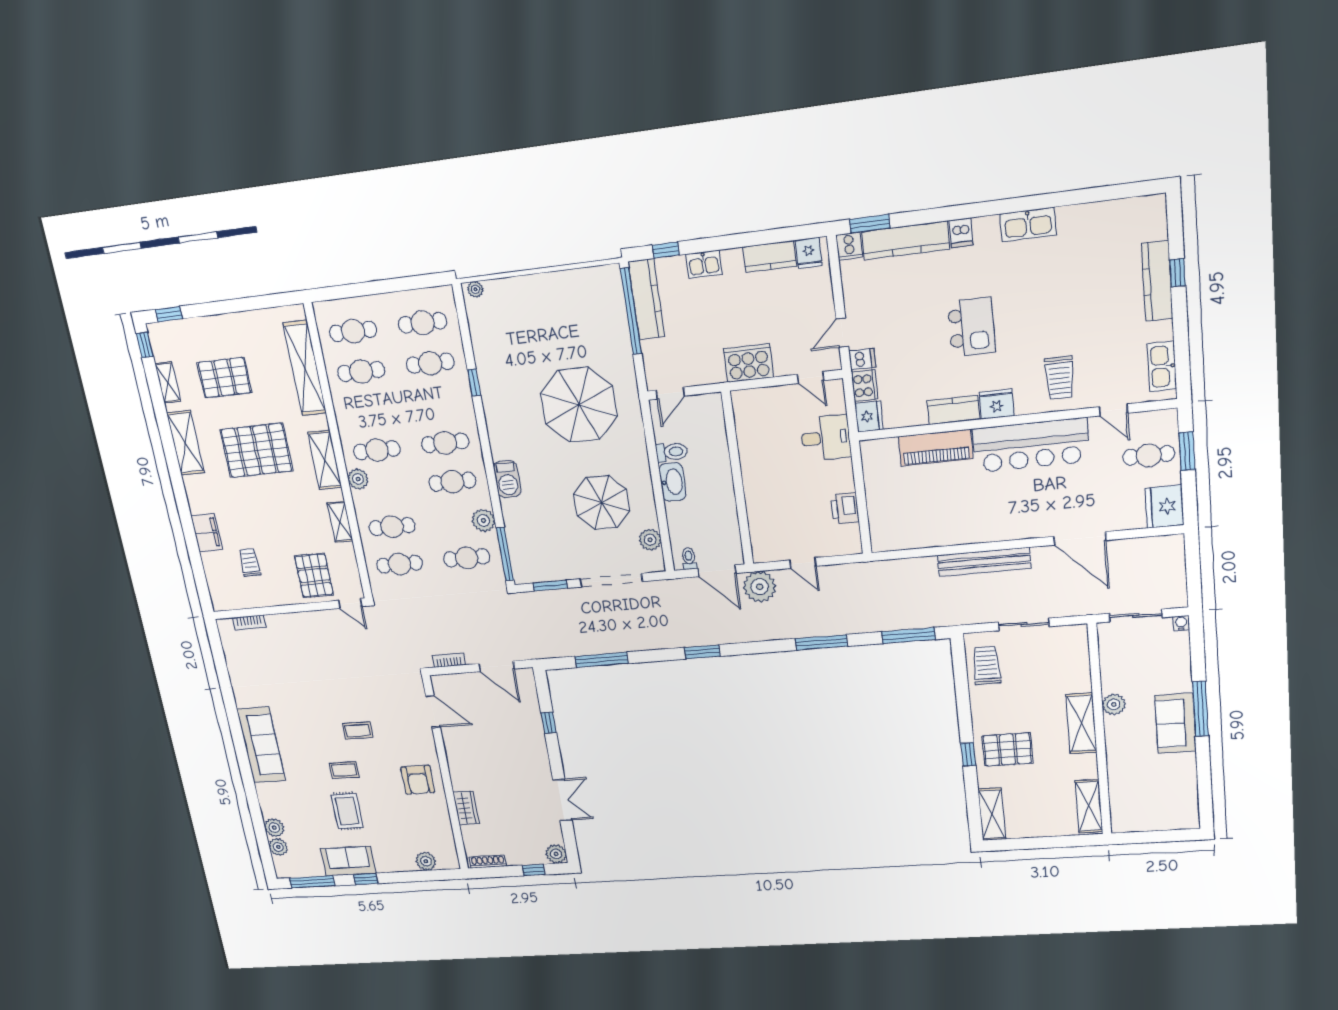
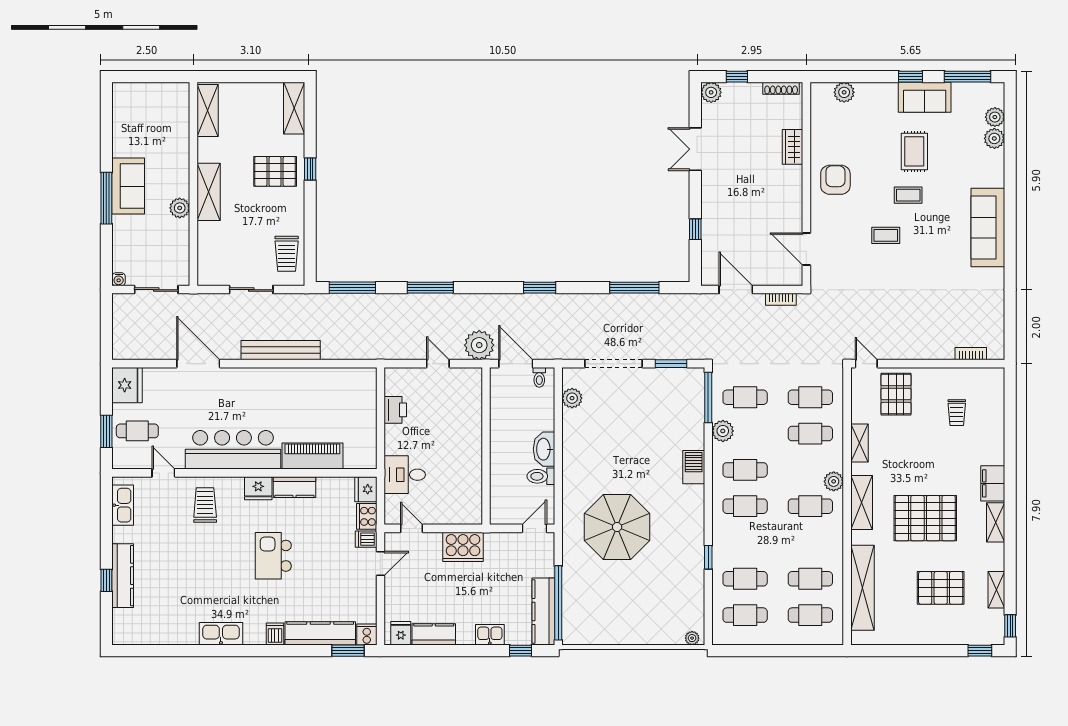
shelving: (186, 443) -> (996, 522), width x0.67, depth x0.75
parasol: (602, 503) -> (611, 437), removed
filing cabinet: (207, 533) -> (993, 483), moved

